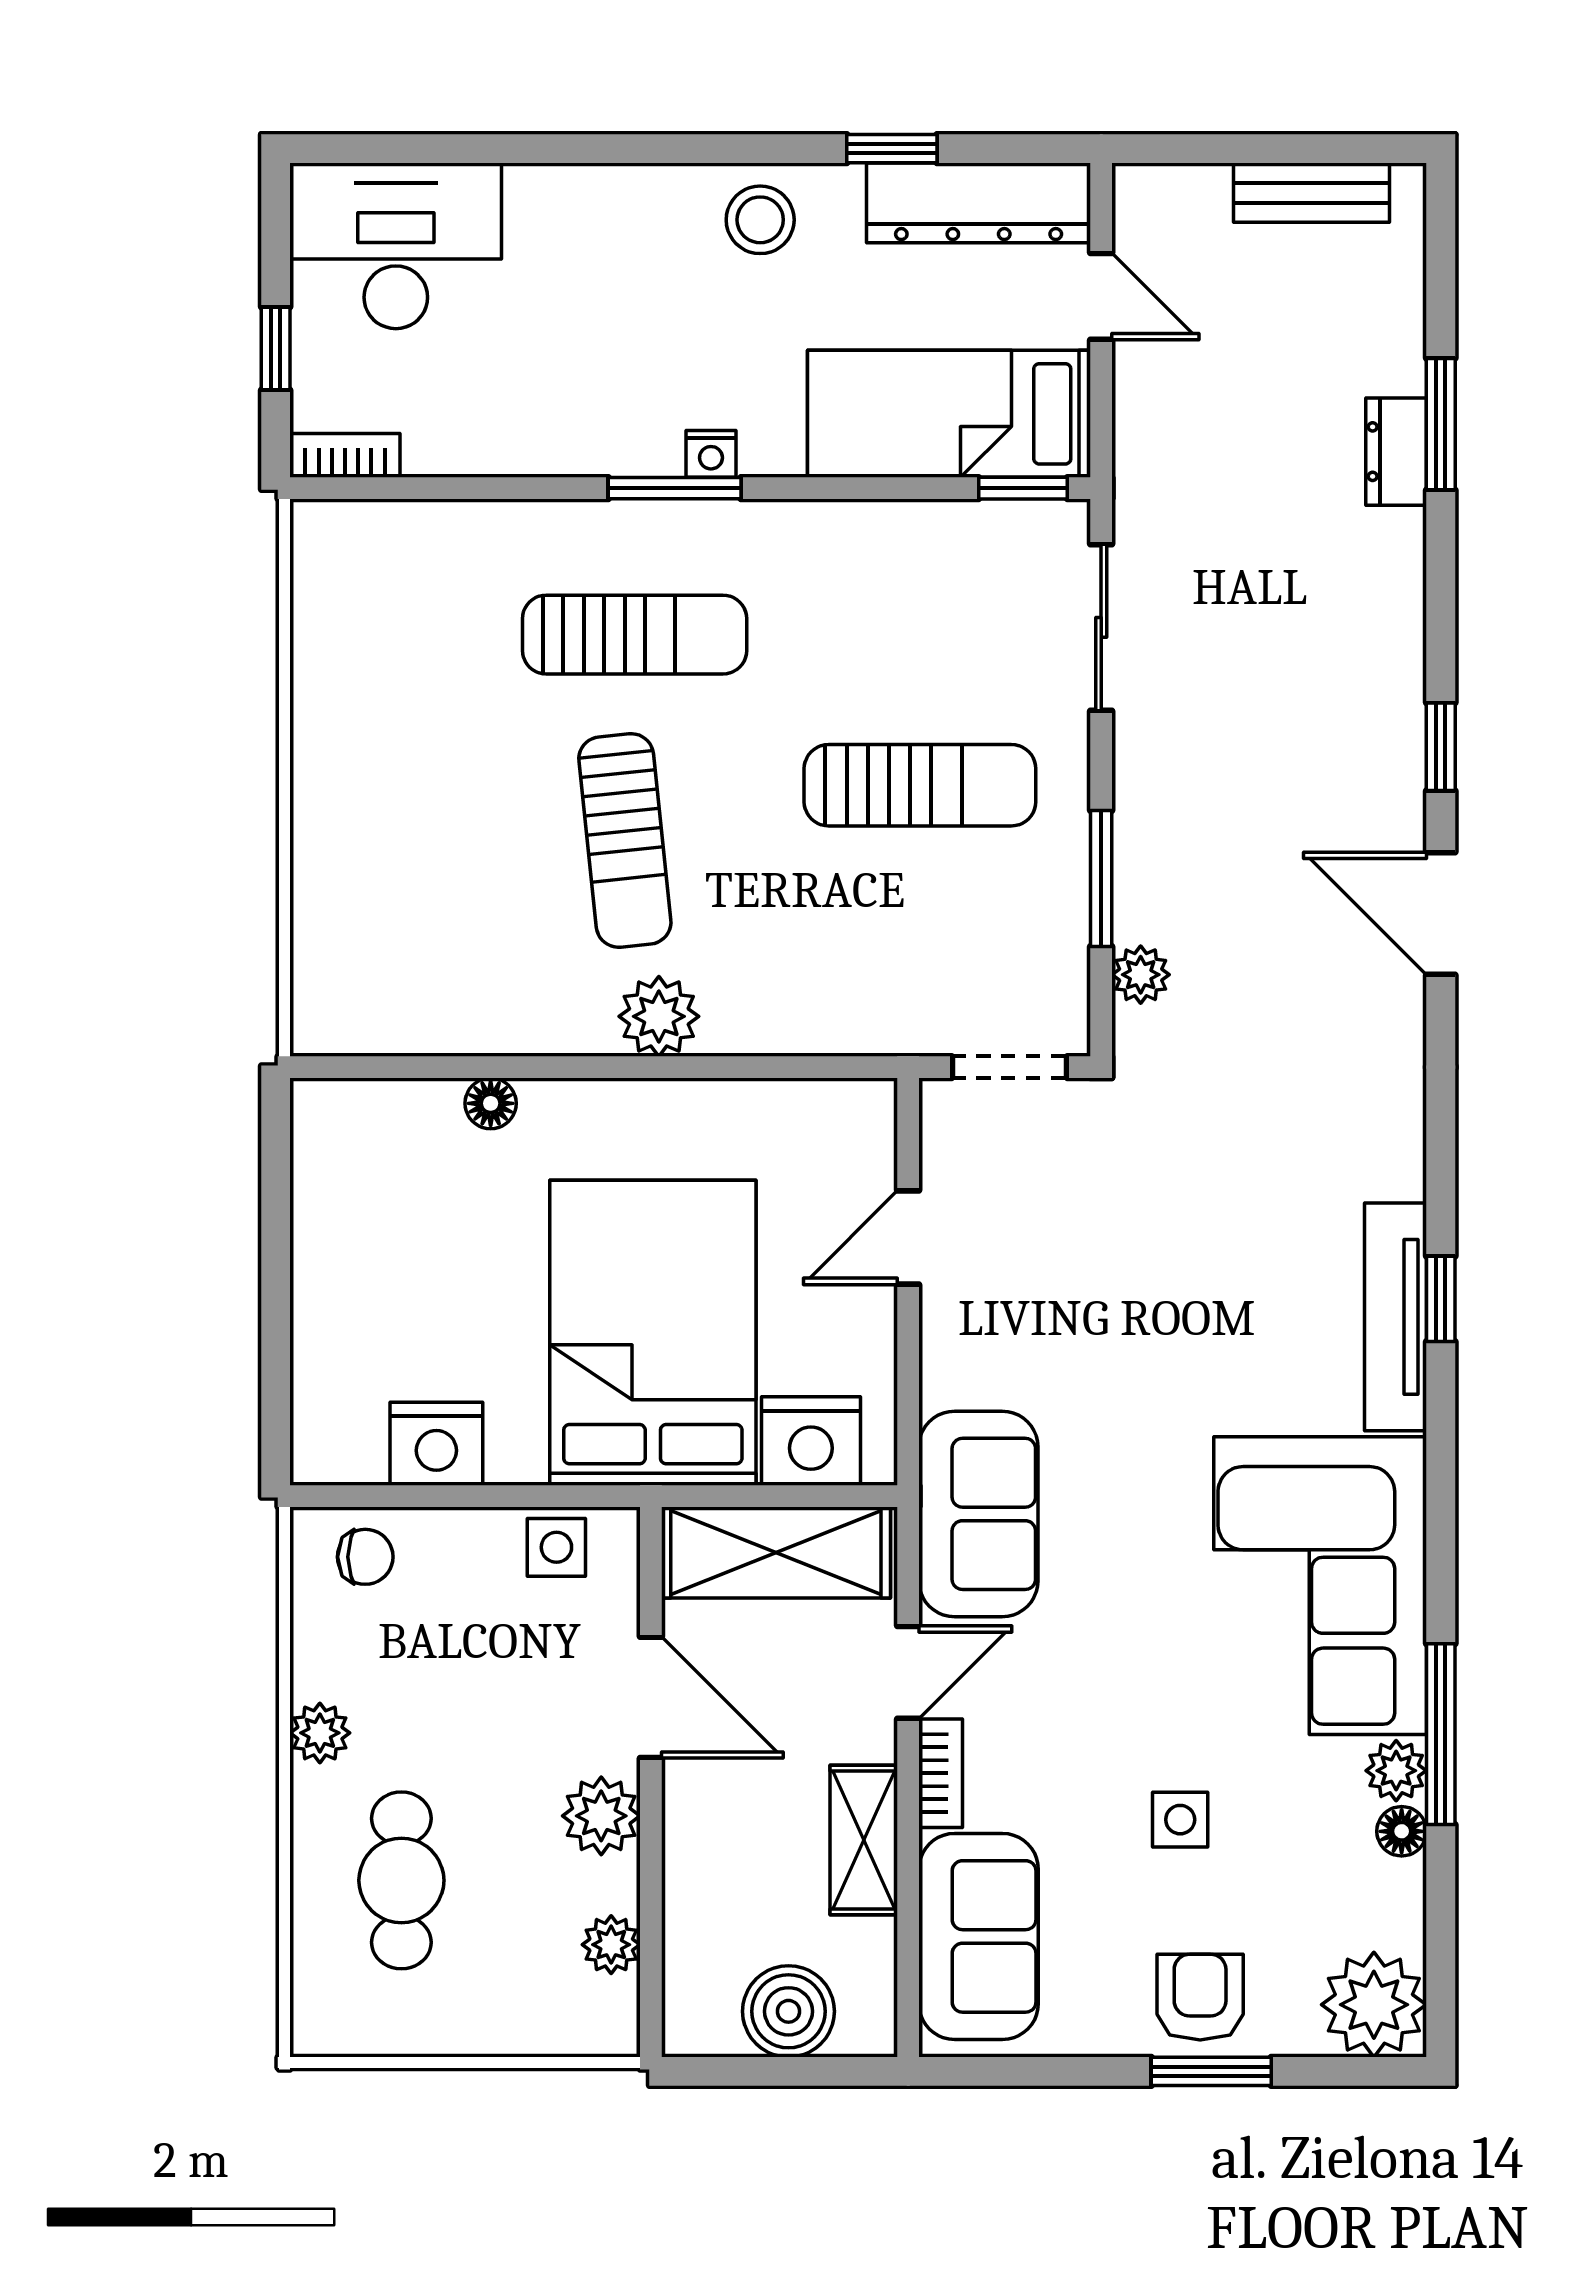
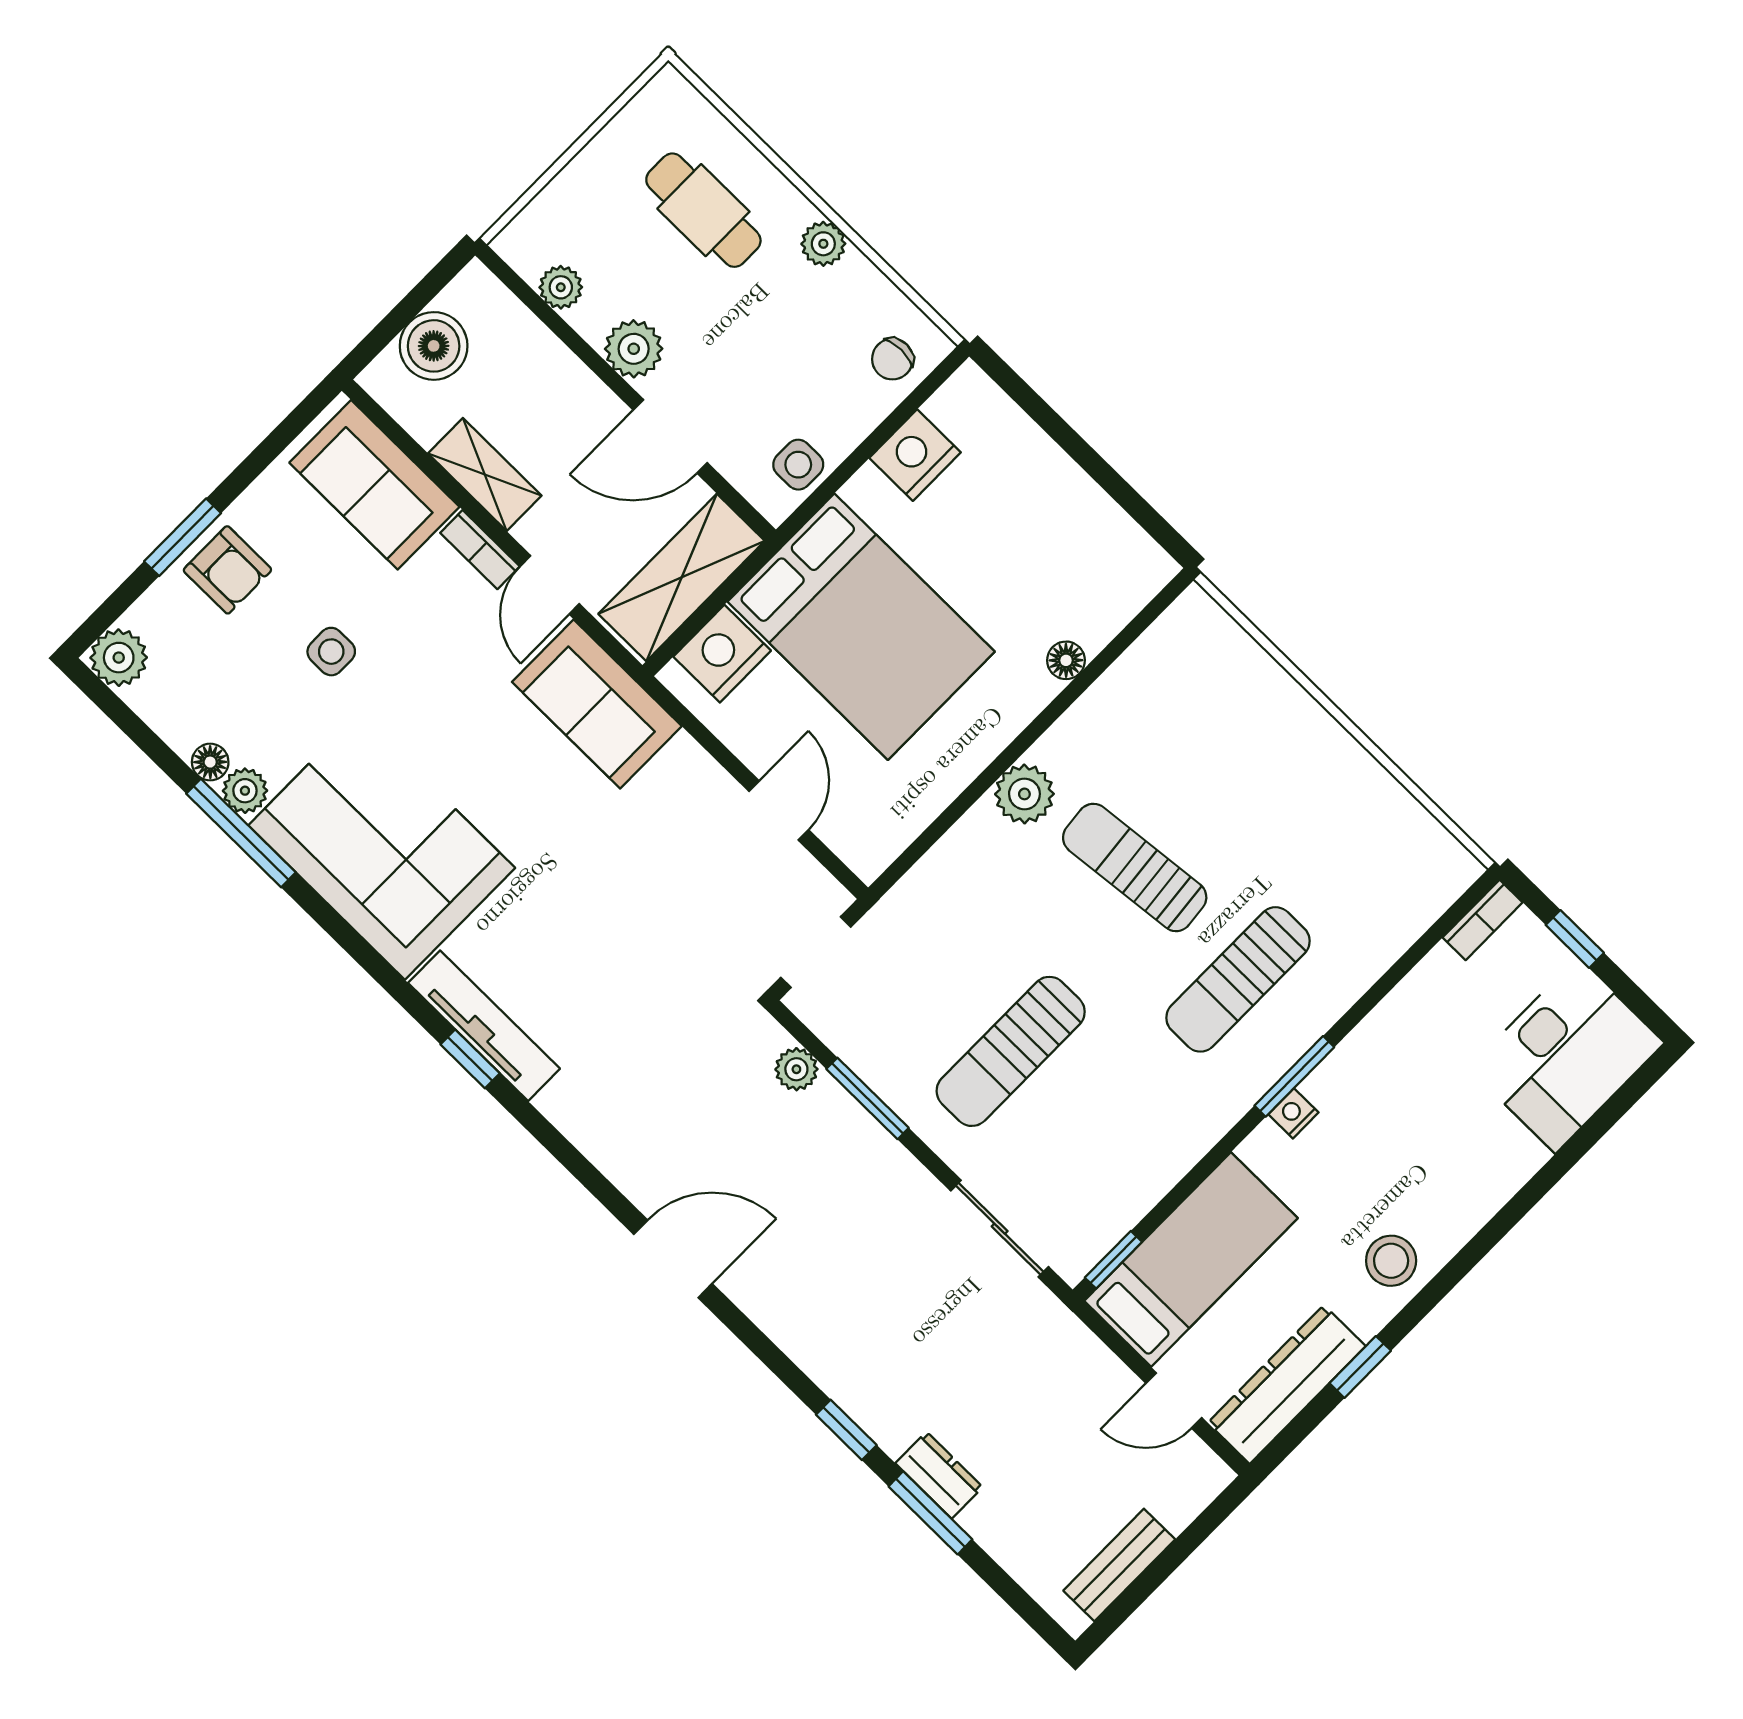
window: (1441, 747) -> (846, 1430), moved
plant: (1374, 2005) -> (119, 658), width x0.73, depth x0.73

